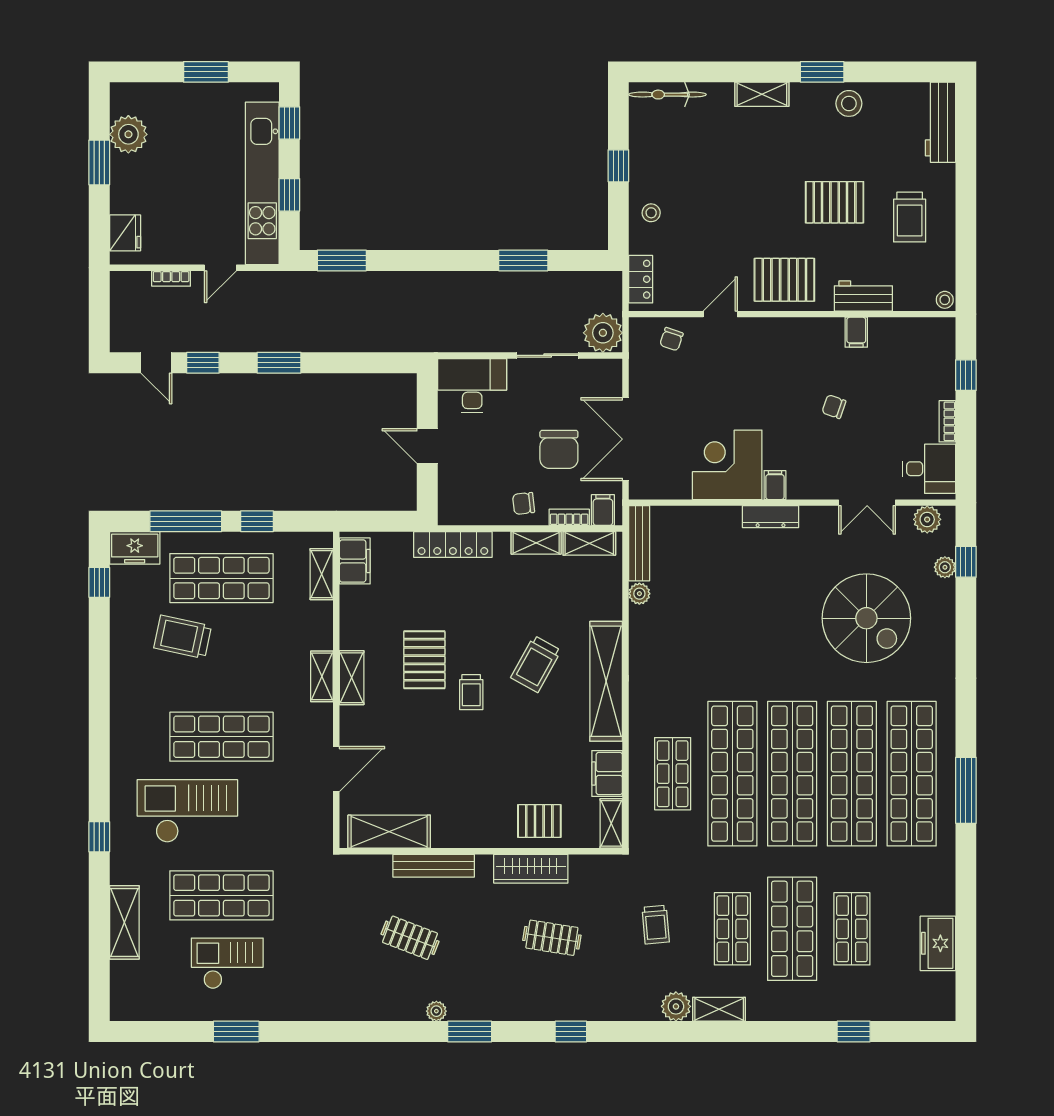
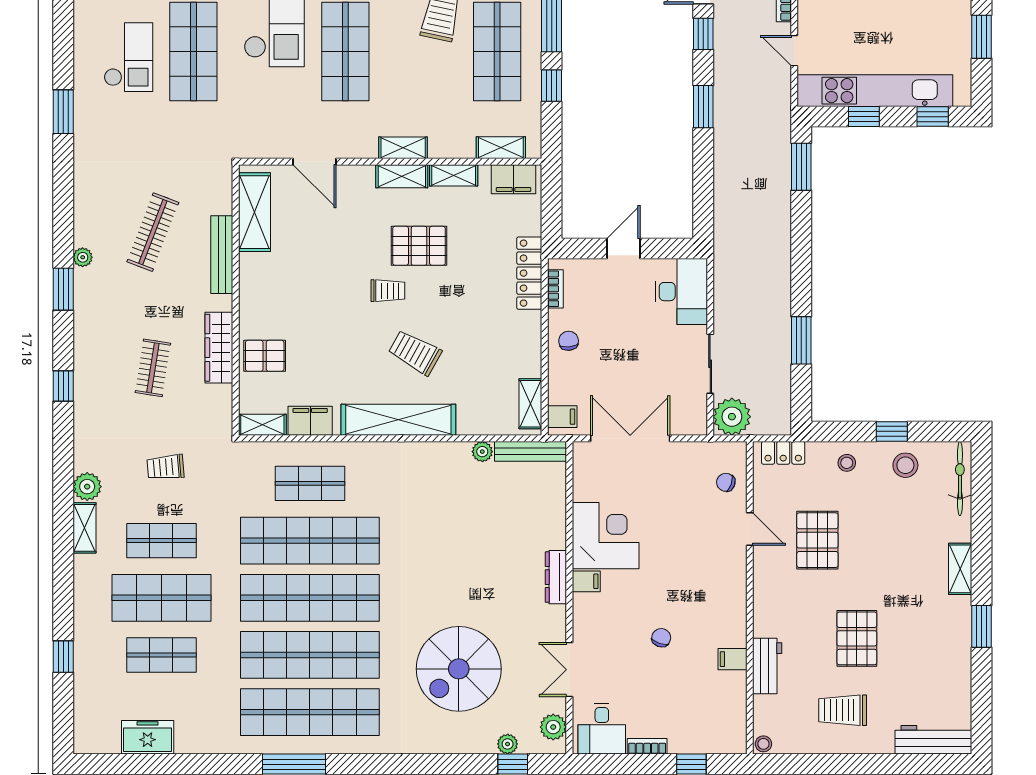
stool: (849, 103) -> (905, 465), moved
pallet: (784, 280) -> (817, 540), moved
chair: (559, 449) -> (620, 375), removed
bookcase: (569, 517) -> (555, 289), moved
shelving: (536, 543) -> (454, 175), moved, turned 90
trolley: (471, 692) -> (388, 291), turned 180
pallet: (539, 821) -> (265, 356), turned 90
clothes rail: (410, 938) -> (153, 232), width x1.36
window: (236, 1032) -> (63, 112), moved

